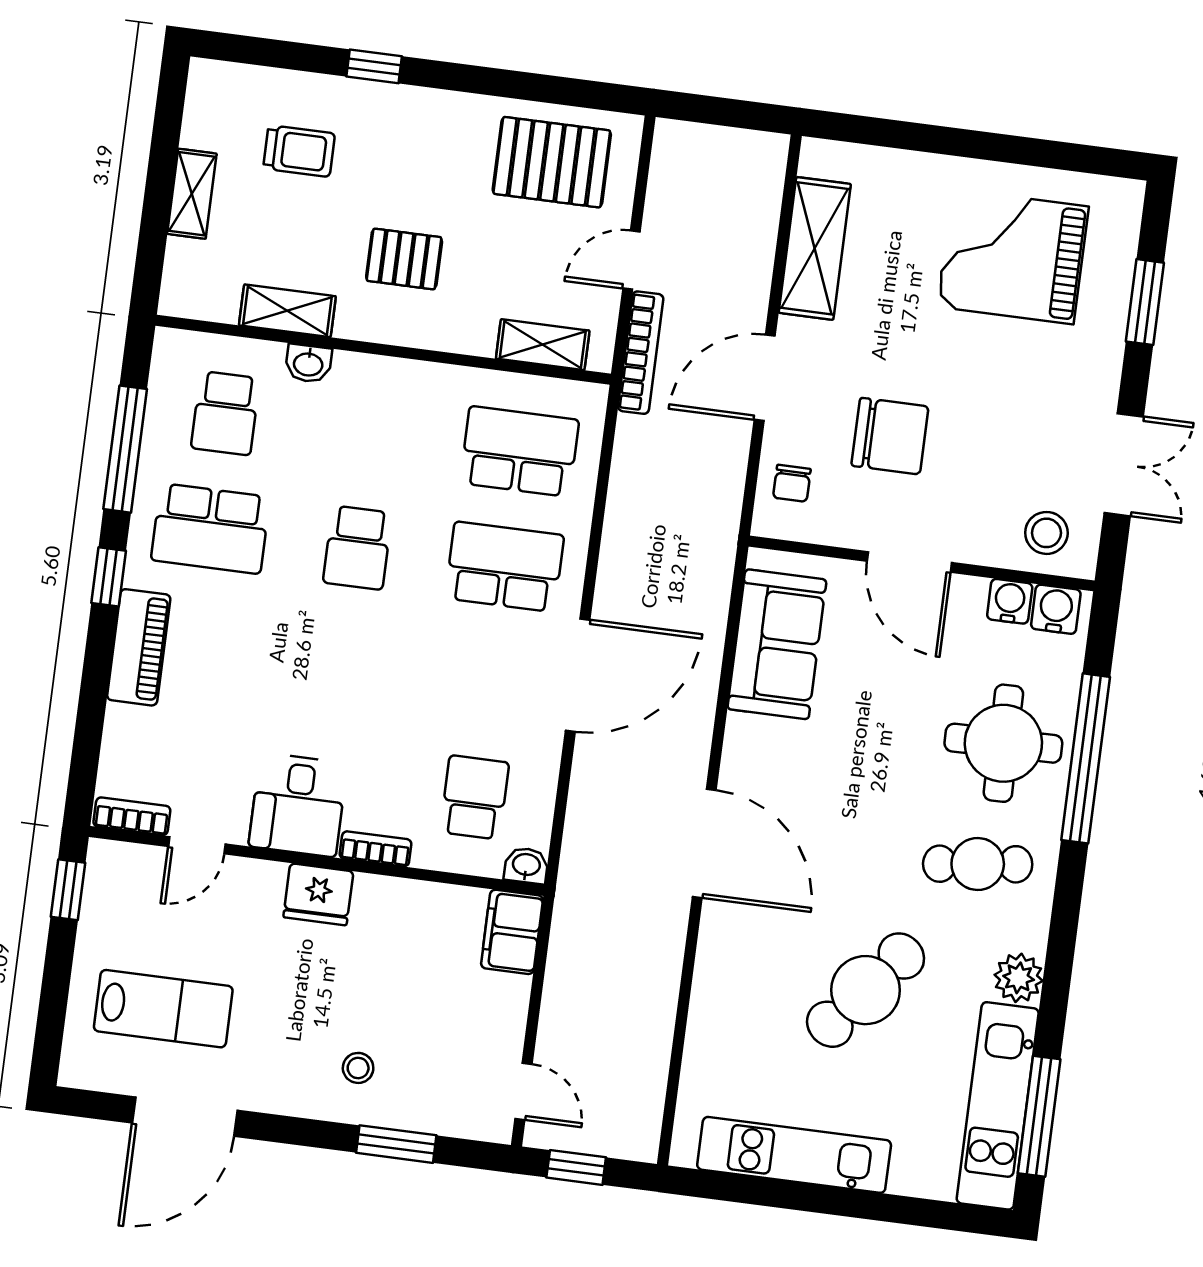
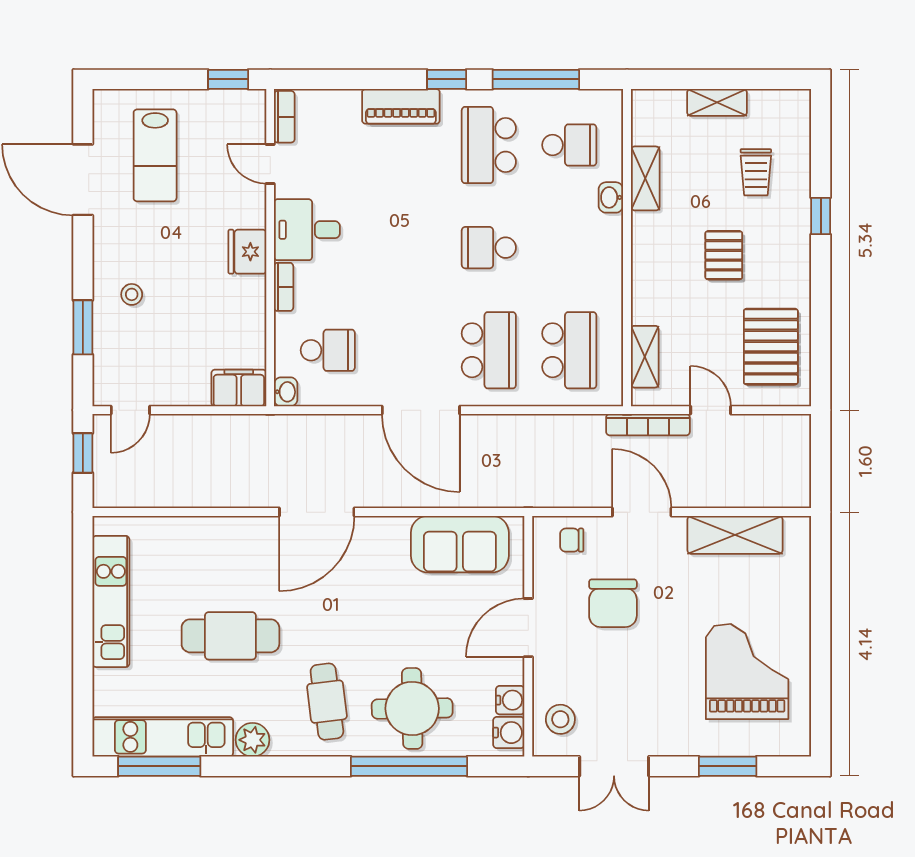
pallet: (404, 259) -> (724, 255), moved
school desk: (225, 413) -> (569, 145), turned 180
cafe table: (866, 990) -> (230, 636), turned -39

